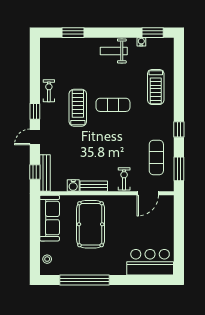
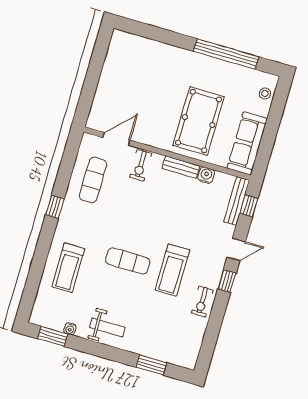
treadmill: (156, 87) -> (68, 268), turned 180
window: (179, 169) -> (69, 158), removed
bar counter: (150, 262) -> (138, 53), removed

